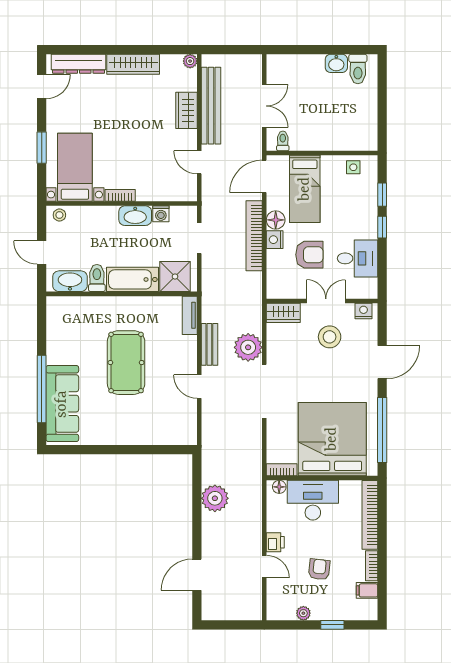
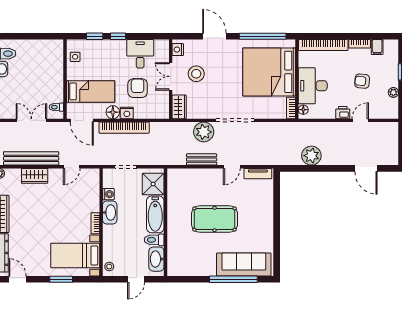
tv unit: (190, 315) -> (258, 174), moved

